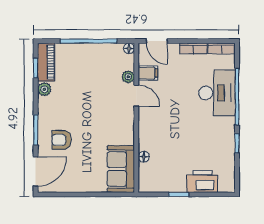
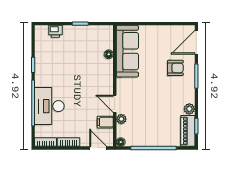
sofa: (121, 169) -> (127, 51), width x1.36
printer: (202, 181) -> (55, 31), width x0.53, depth x0.68

